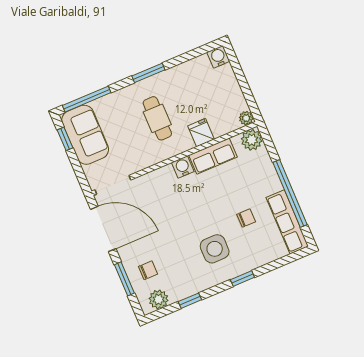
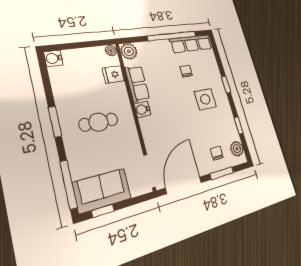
fridge: (201, 133) -> (113, 74), moved

